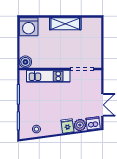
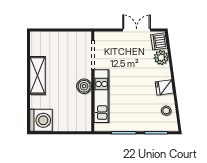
boiler: (25, 62) -> (84, 86), moved
fridge: (67, 126) -> (164, 87), moved

